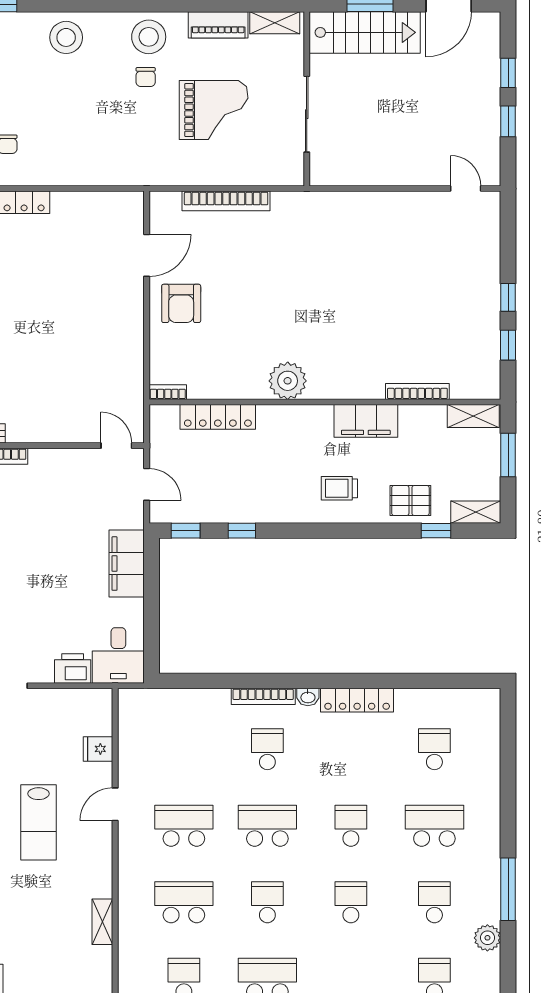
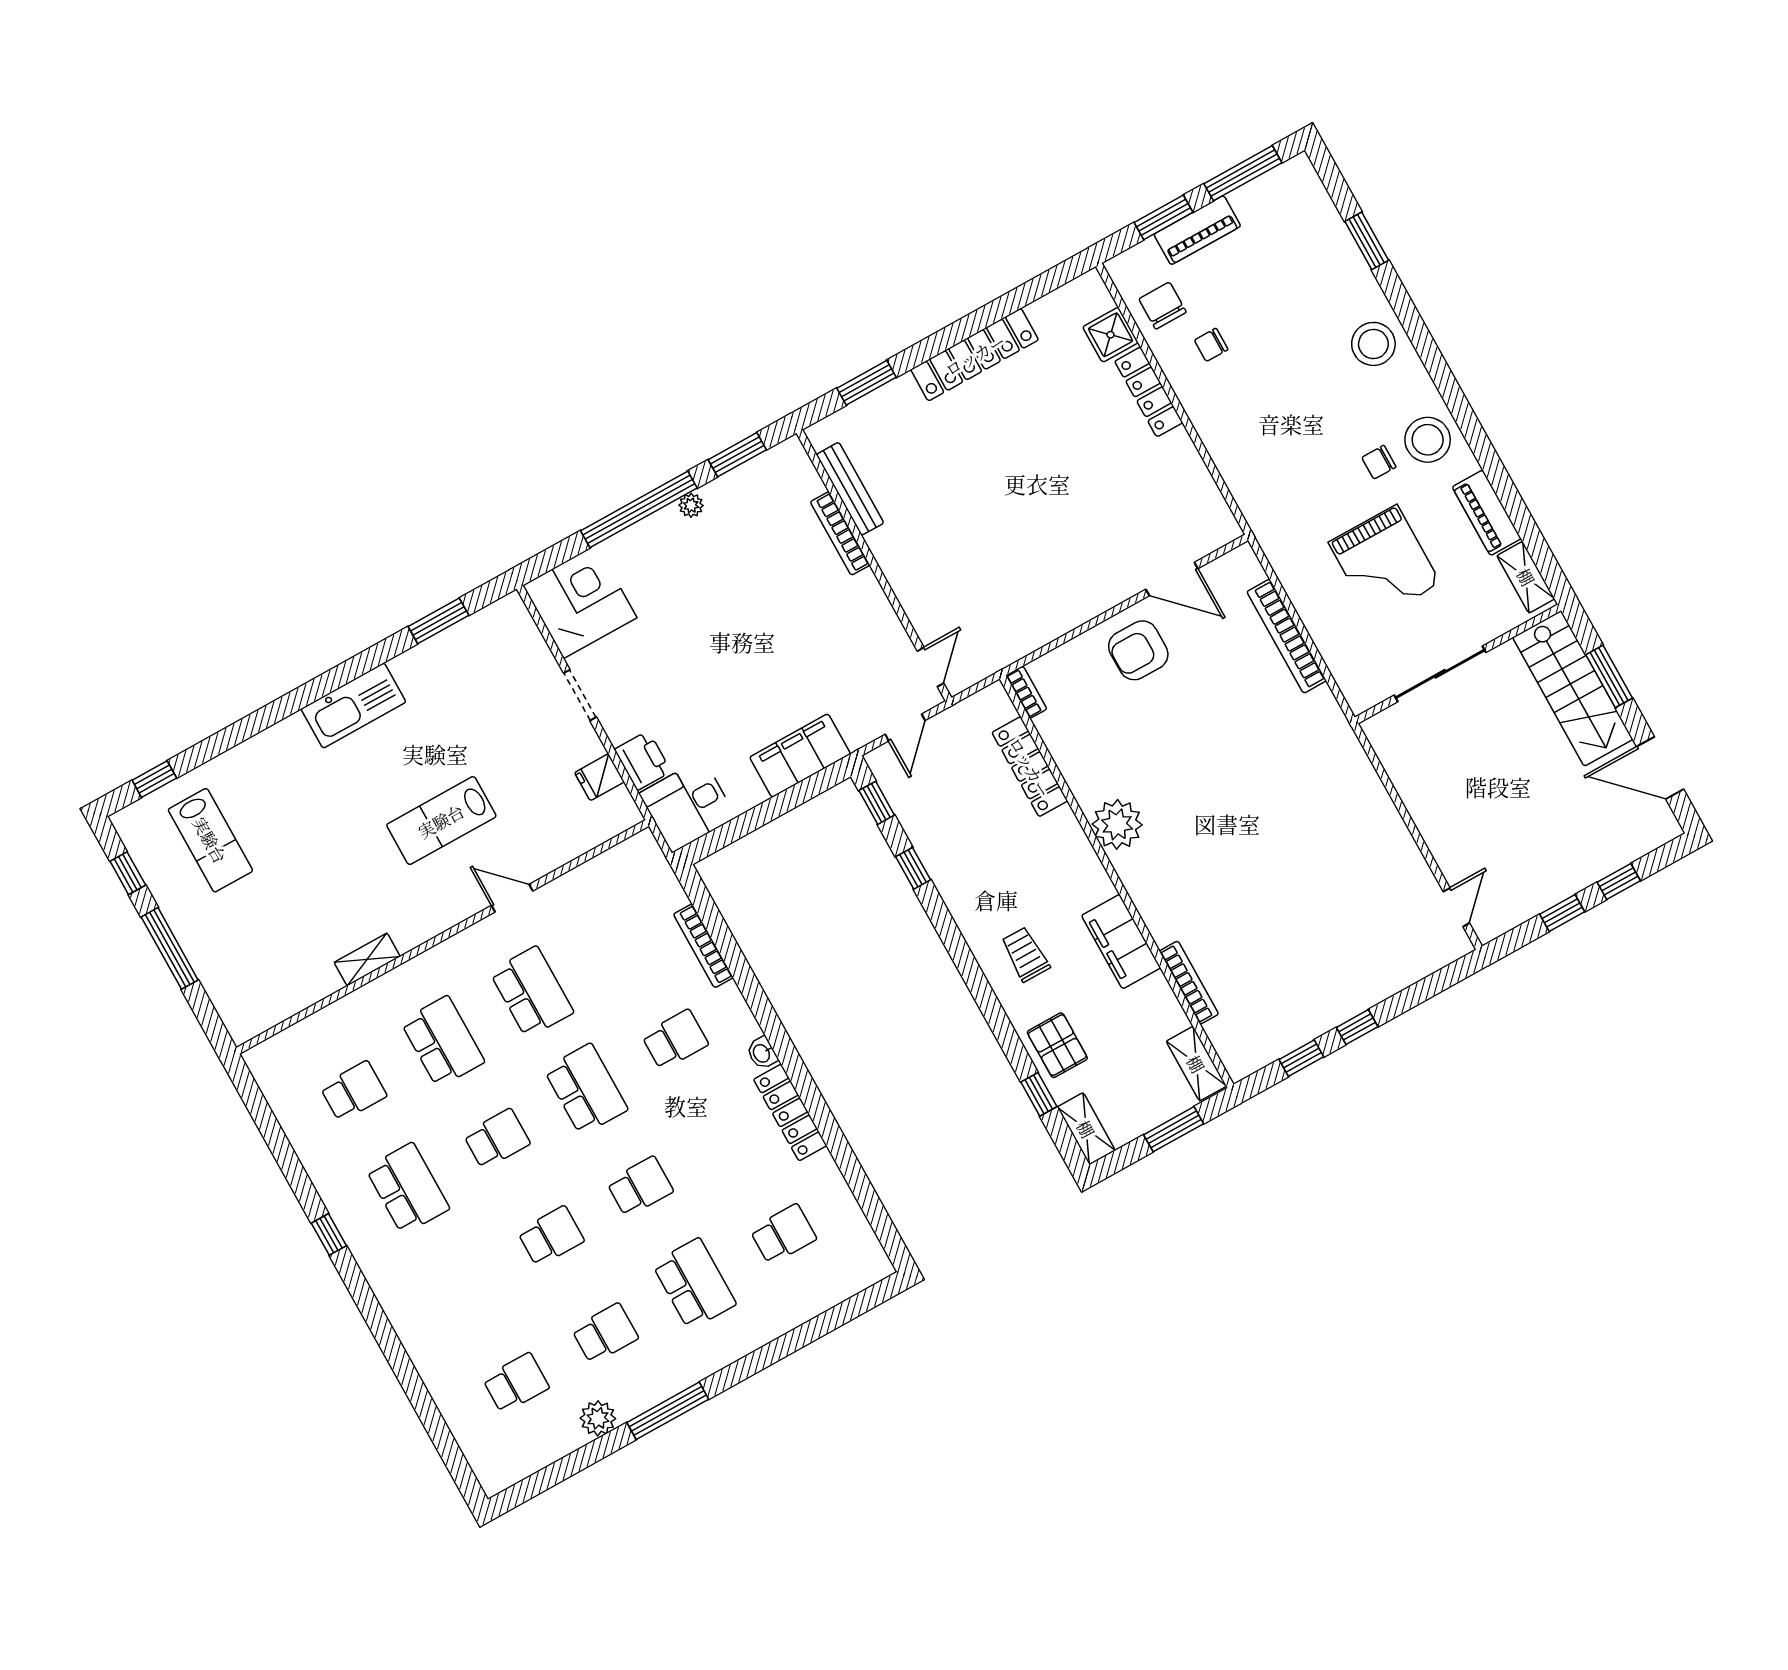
bookcase: (263, 696) -> (703, 946), moved
fridge: (98, 749) -> (600, 777), moved, turned -90

